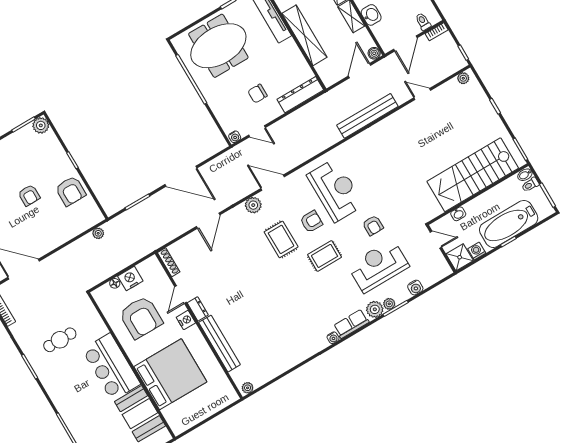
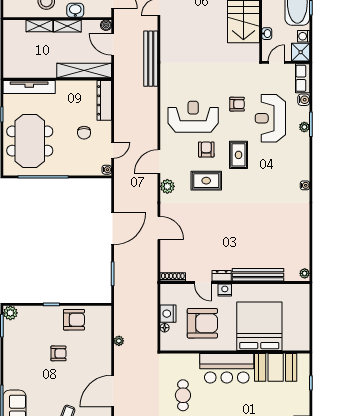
shelving: (304, 35) -> (84, 70), moved
plant: (98, 233) -> (119, 341), moved
plant: (375, 309) -> (302, 141), removed
row of seats: (351, 324) -> (303, 78), moved

